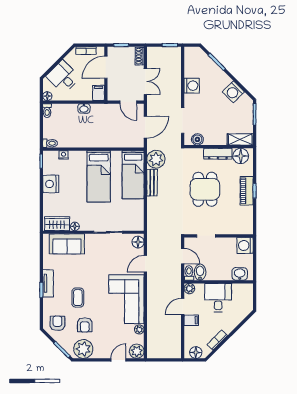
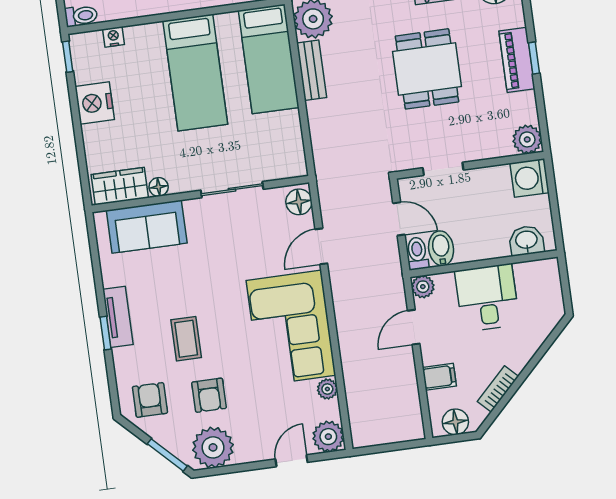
plant: (246, 228) -> (527, 139), added
filing cabinet: (191, 320) -> (439, 377), moved

